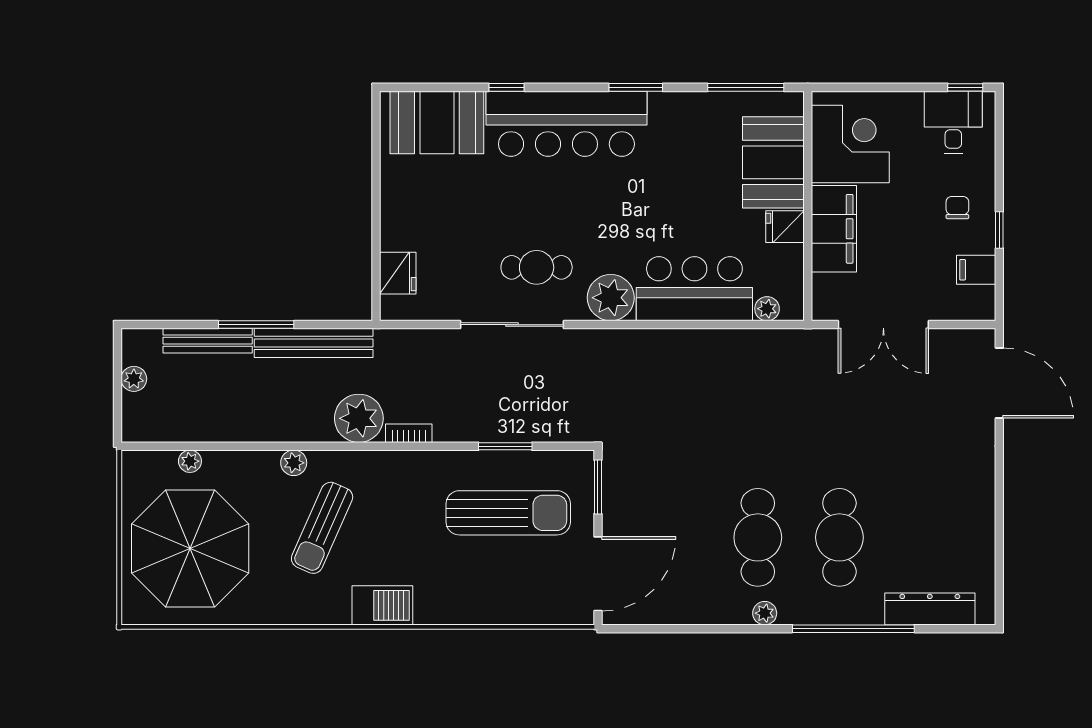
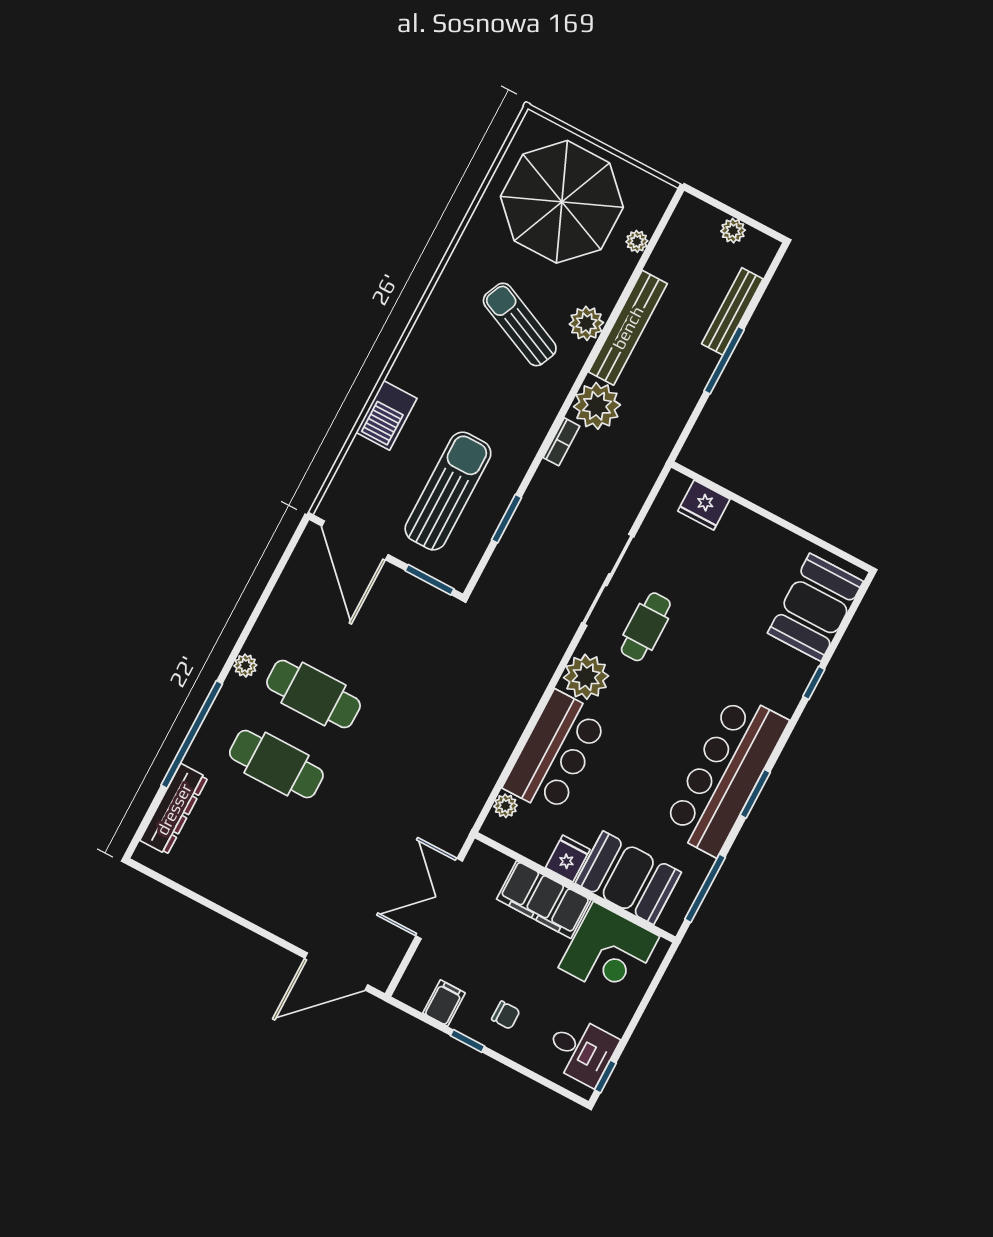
bar counter: (566, 124) -> (725, 775), moved
bench: (314, 343) -> (628, 328), moved
plant: (294, 463) -> (586, 323), width x1.38, depth x1.38
sun lounger: (508, 513) -> (448, 491), turned 180
barbecue: (382, 605) -> (386, 415), moved

